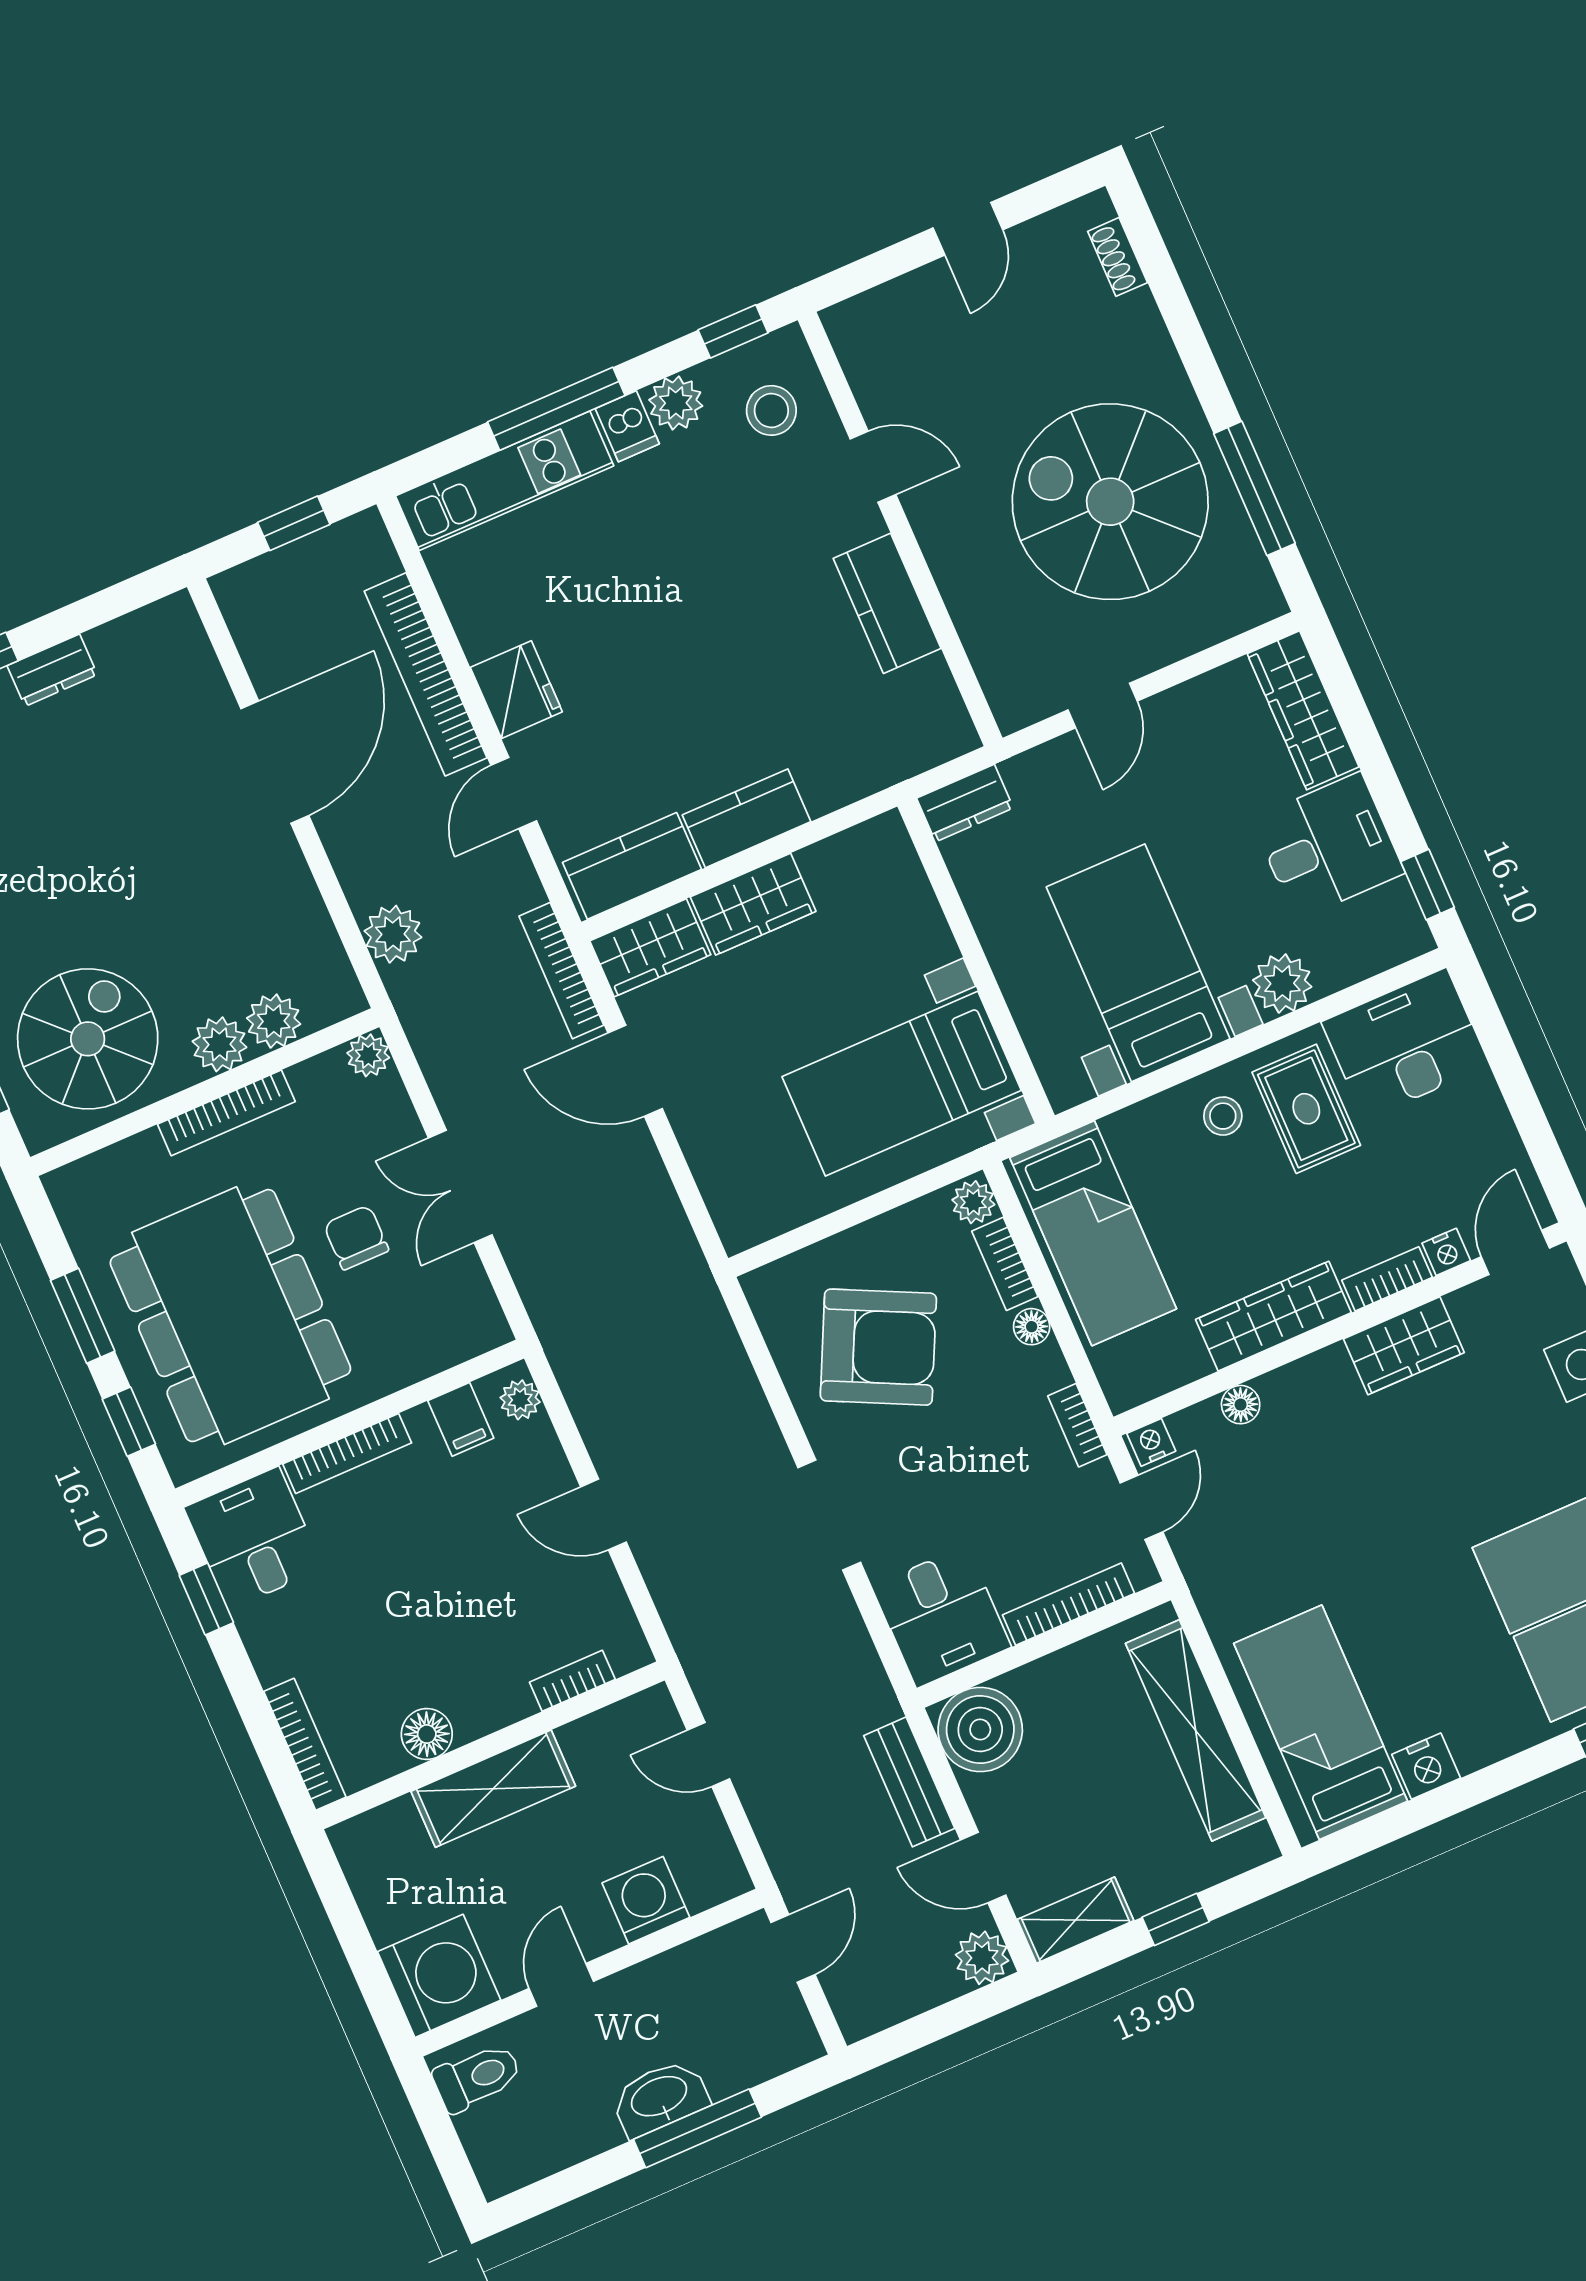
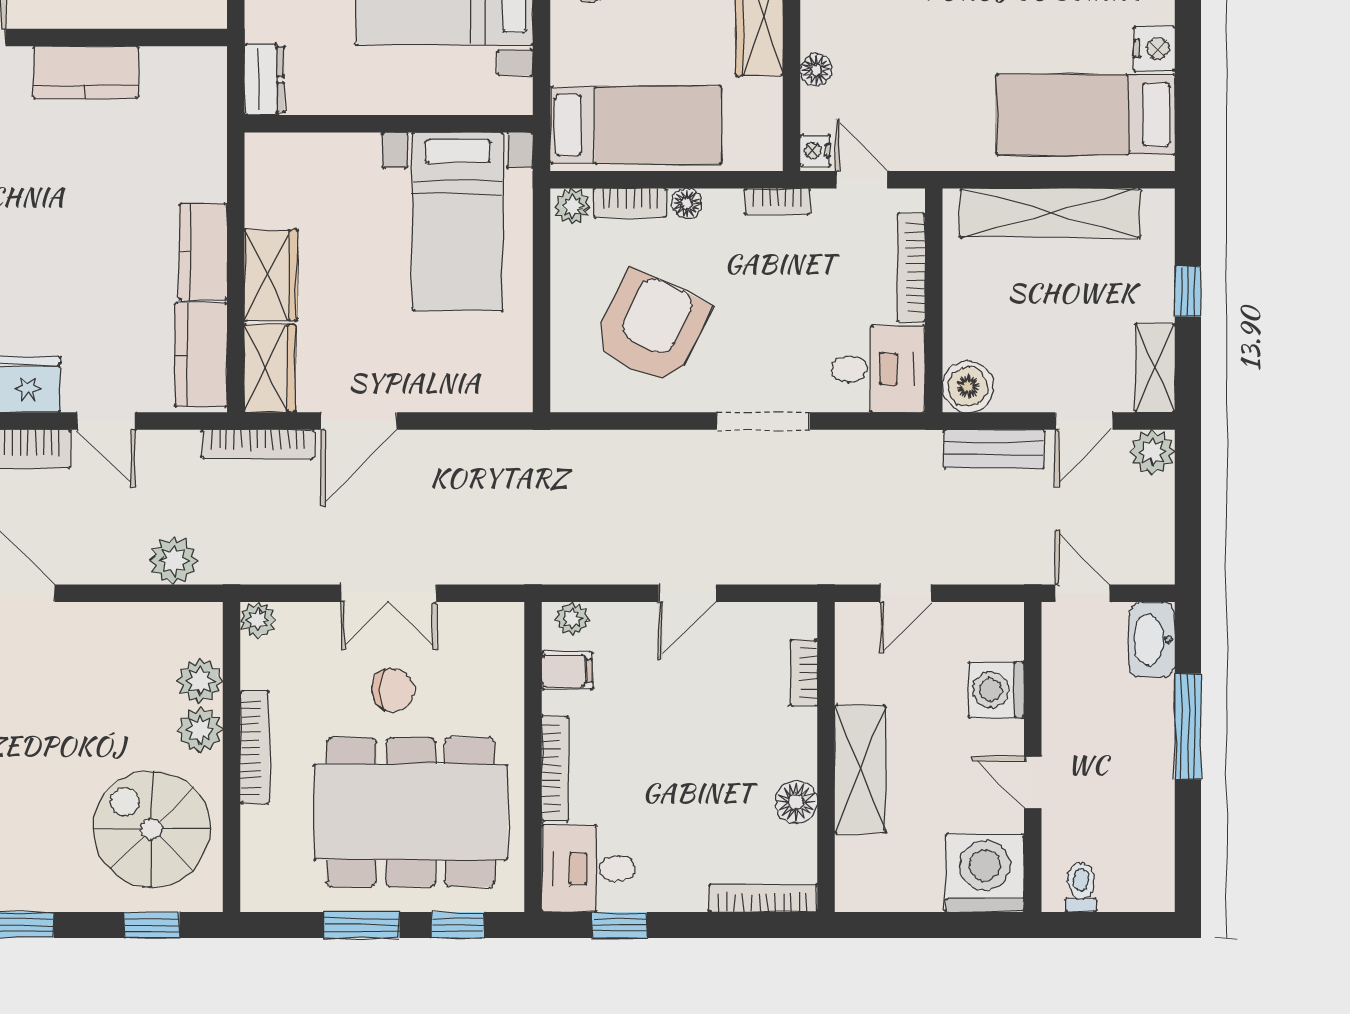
chair: (356, 1237) -> (393, 690), turned 180
boiler: (980, 1729) -> (968, 387), width x0.73, depth x0.73
toilet: (477, 2077) -> (1081, 887), width x0.73, depth x0.72
washbasin: (660, 2098) -> (1152, 640), moved

